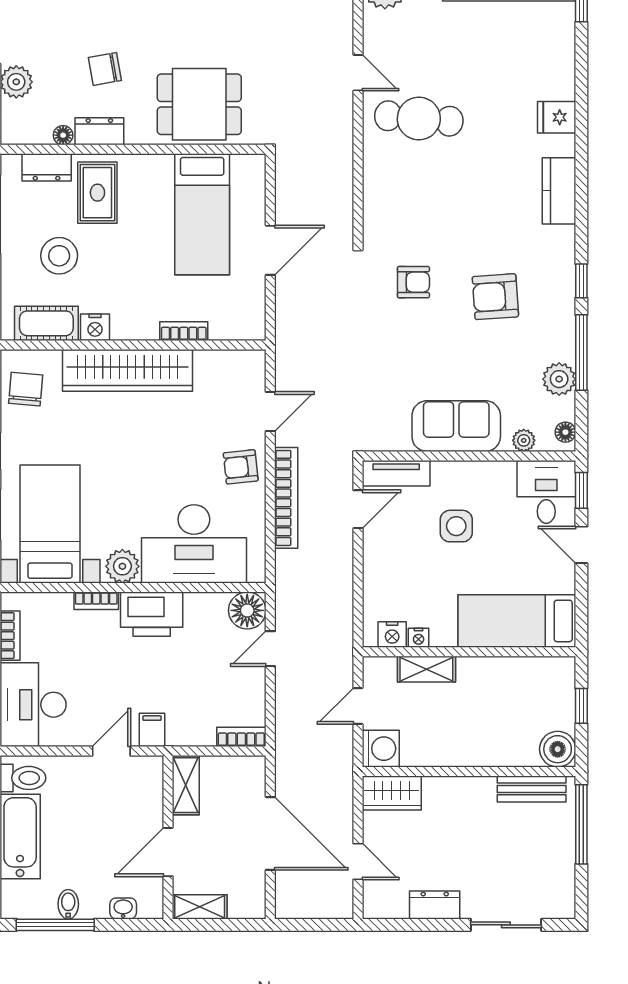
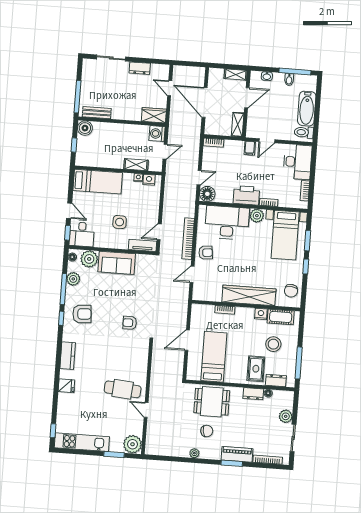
chair: (105, 69) -> (207, 431), moved
armchair: (495, 297) -> (82, 314), moved
plant: (524, 440) -> (89, 259), width x1.87, depth x1.87

